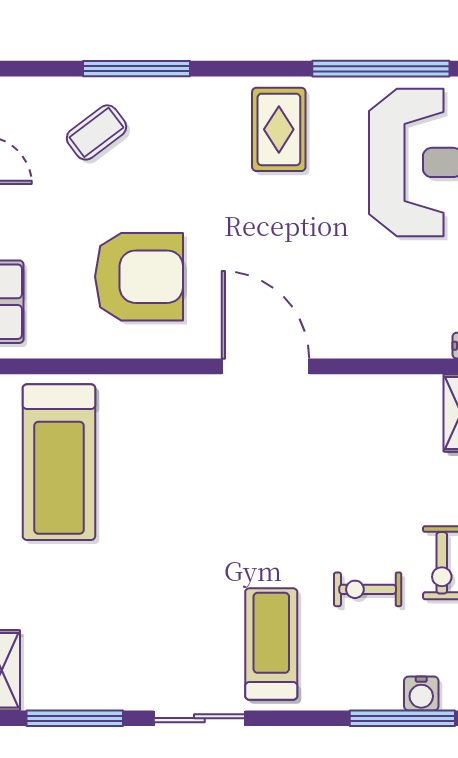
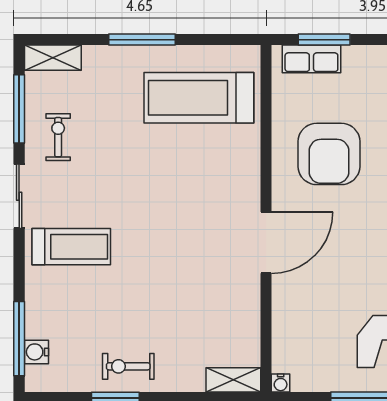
exercise bike: (368, 589) -> (58, 137), moved

